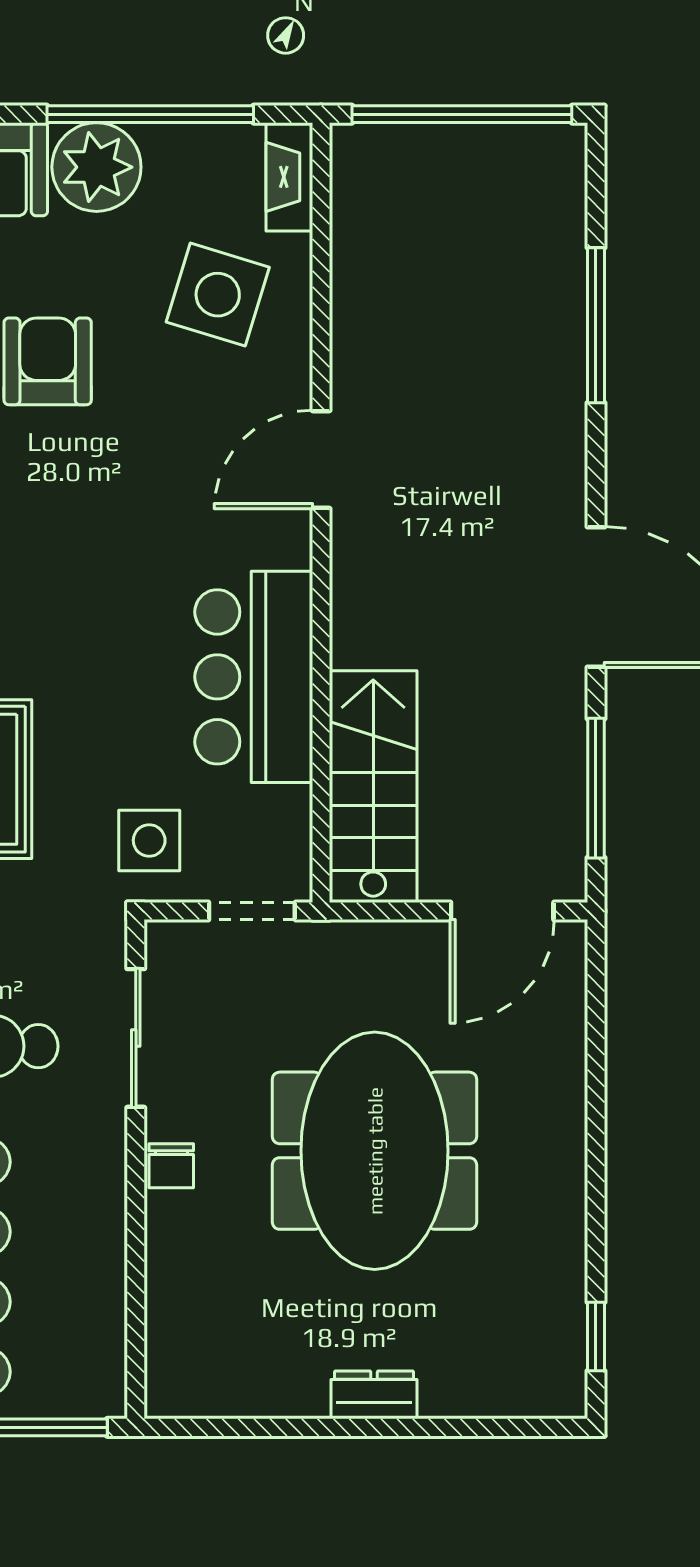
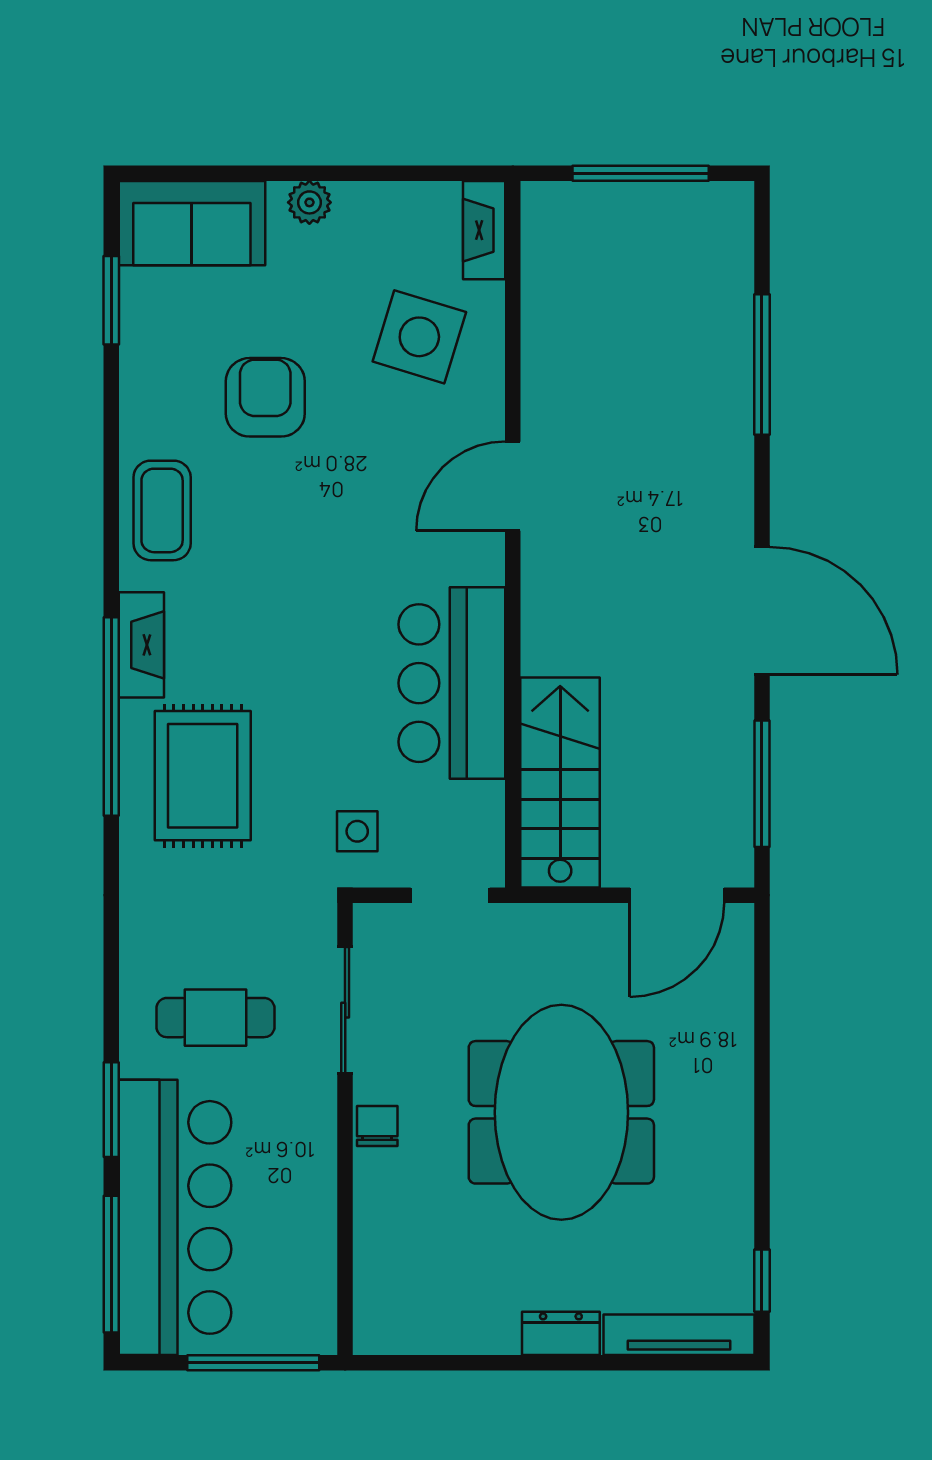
window: (150, 114) -> (358, 173), removed
window: (462, 114) -> (641, 173), width x0.68
plant: (96, 167) -> (309, 202), width x0.53, depth x0.53
side table: (149, 840) -> (357, 831), width x0.73, depth x0.73
chair: (171, 1166) -> (377, 1126), turned 180
tv unit: (504, 1396) -> (679, 1335), added

